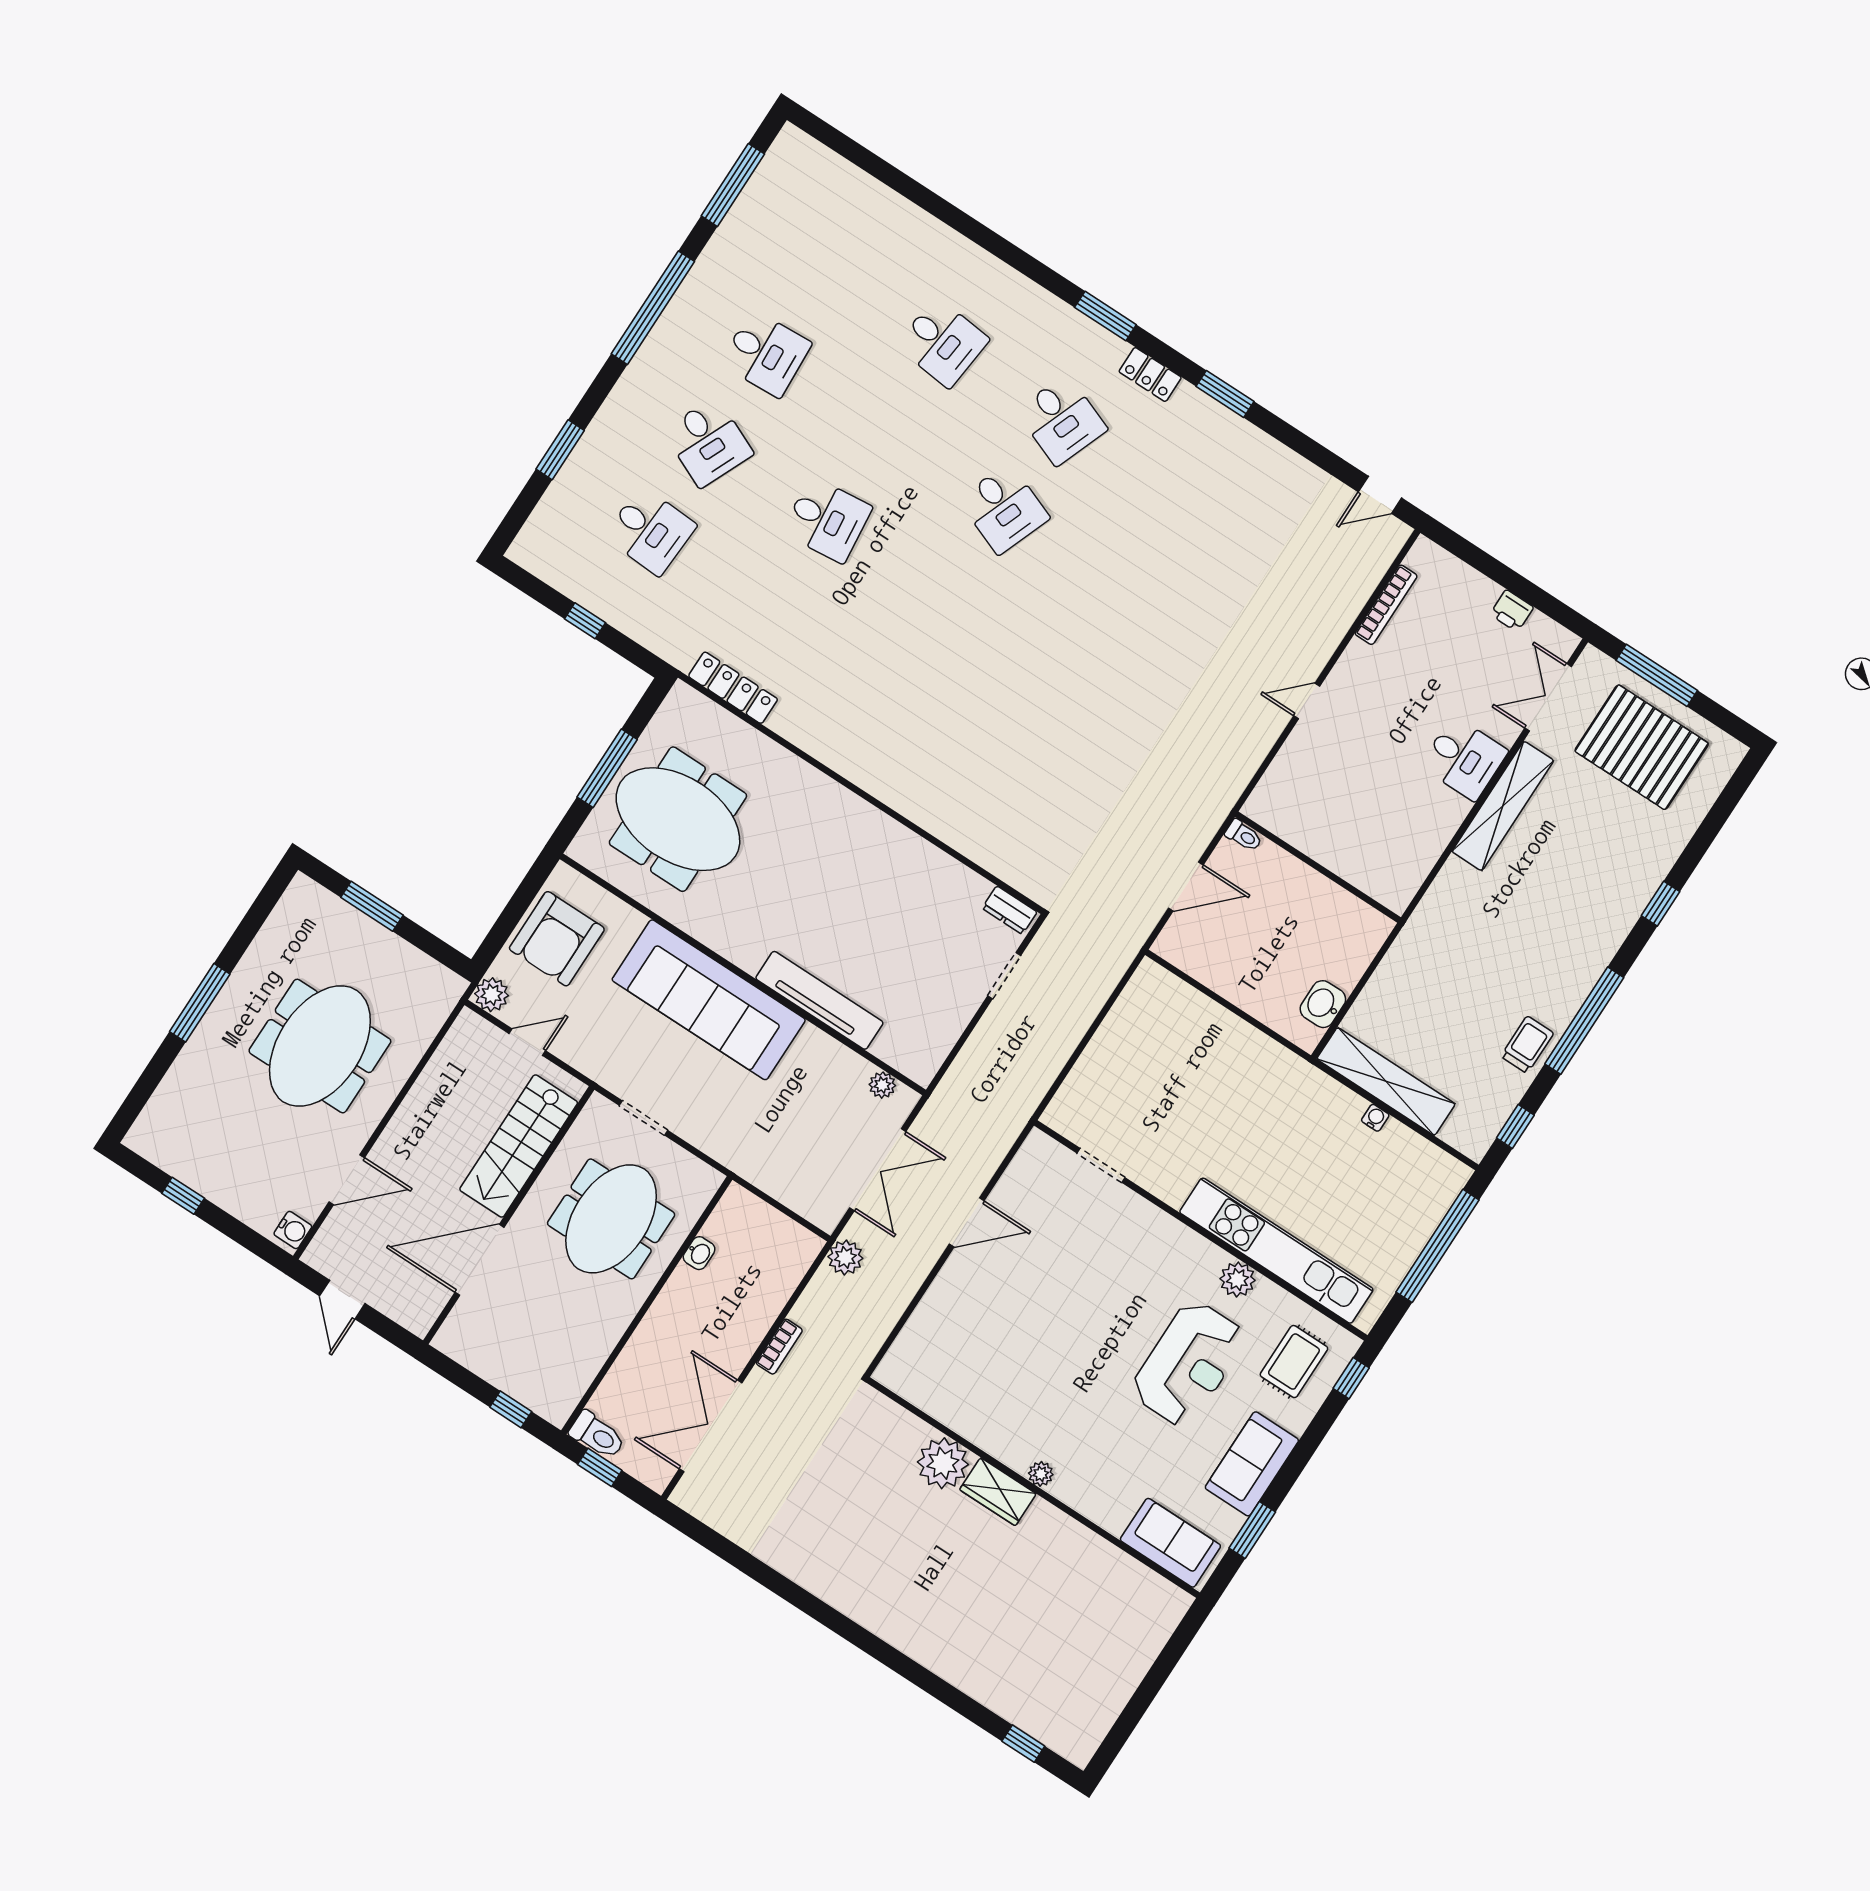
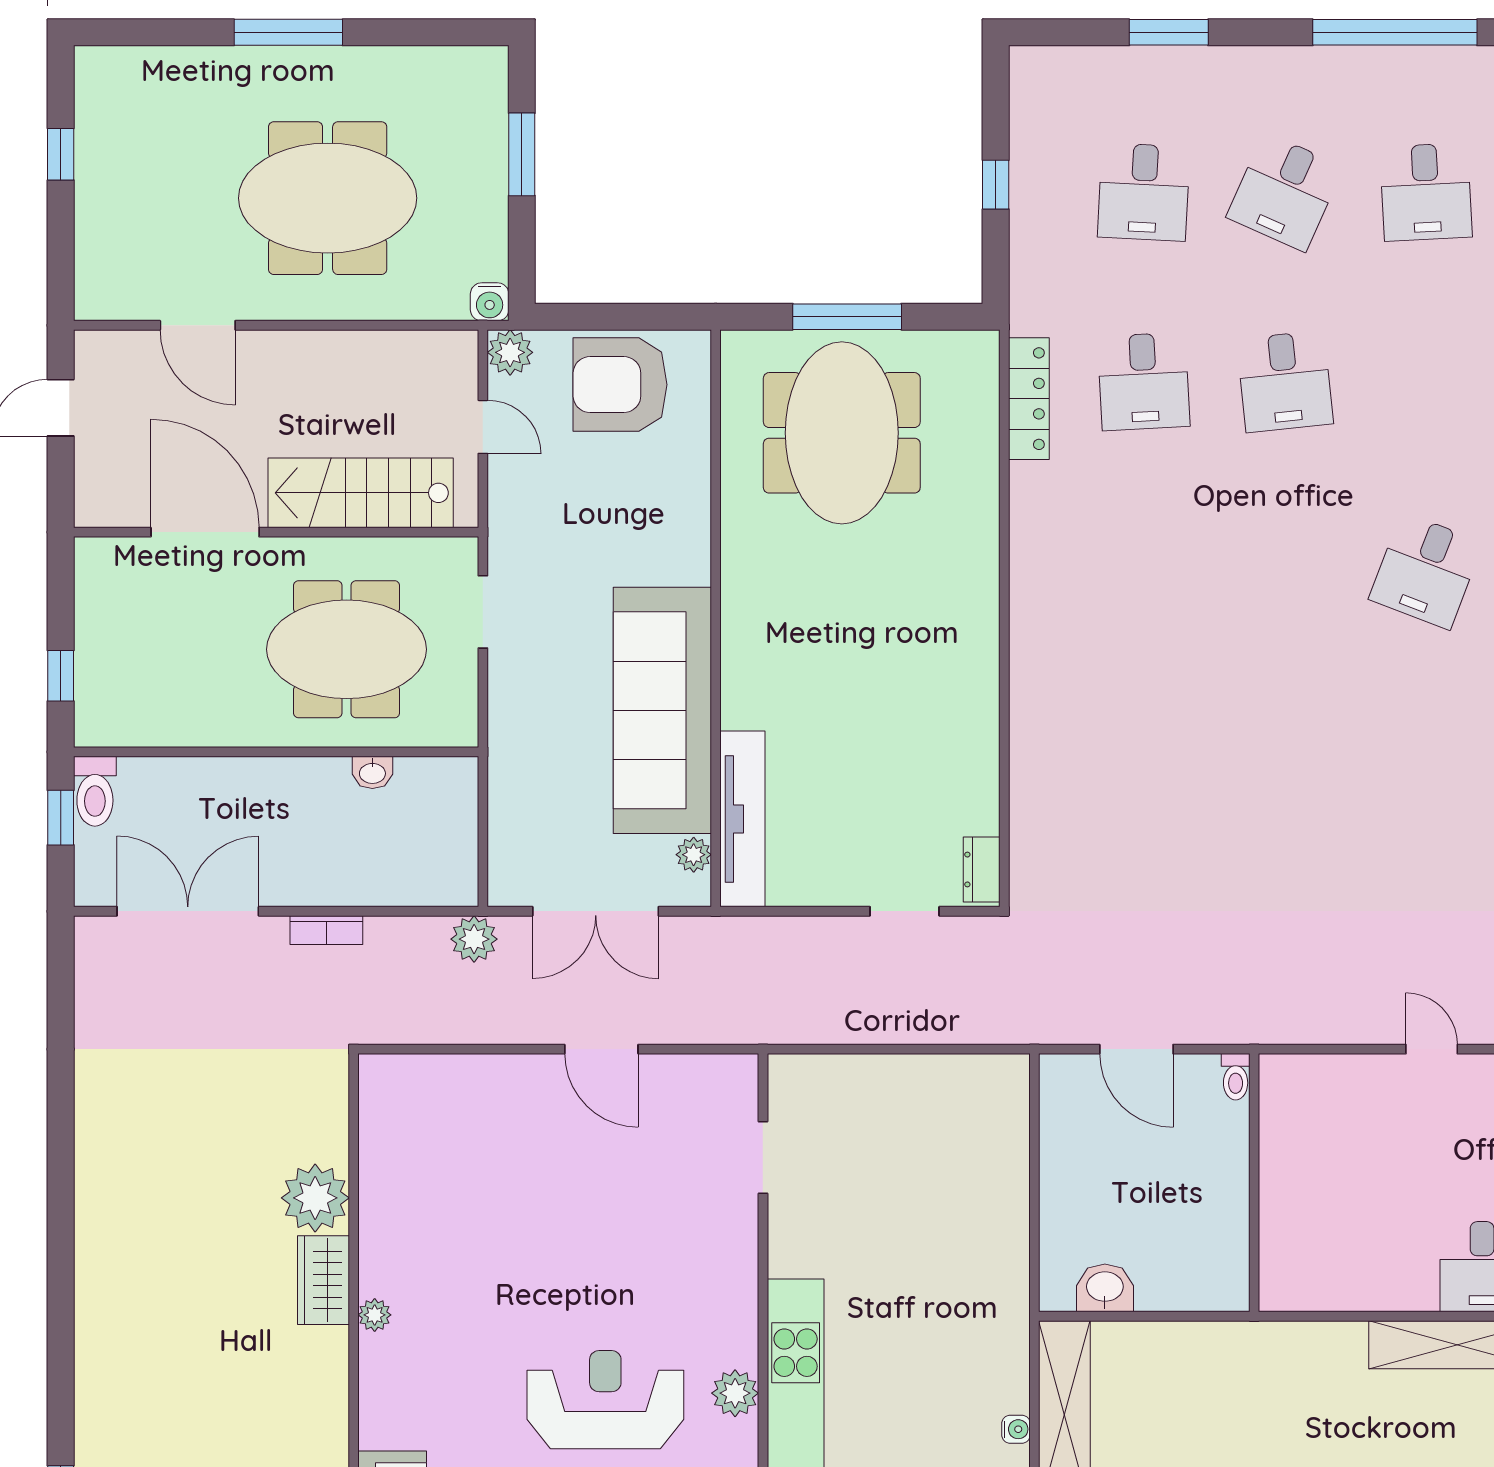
desk: (769, 608) -> (1144, 381), added
sofa: (709, 1000) -> (662, 710), moved
tv unit: (819, 1000) -> (742, 819), moved
water cooler: (293, 1230) -> (490, 302), moved
reception desk: (1188, 1364) -> (605, 1400), turned 180

